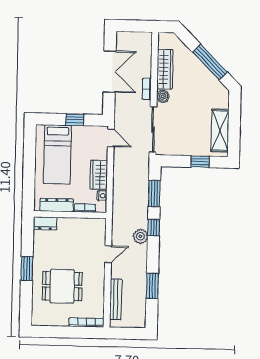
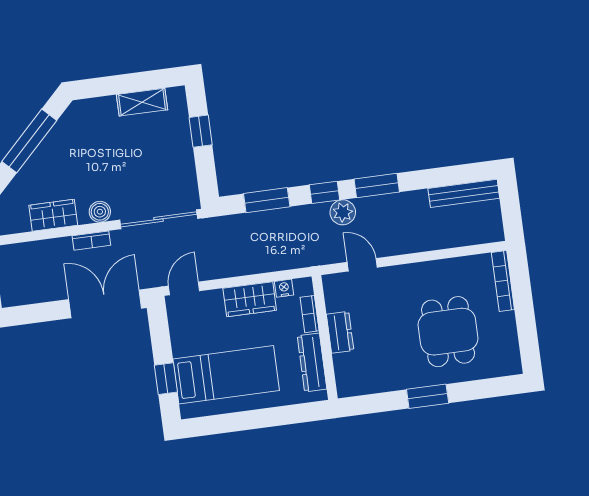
wardrobe: (165, 69) -> (53, 215), width x0.67
double door: (110, 72) -> (105, 304), moved
window: (75, 120) -> (166, 379), moved
shelving: (220, 130) -> (142, 102), width x0.67, depth x0.75
dresser: (45, 223) -> (340, 332), moved
door: (108, 254) -> (362, 265), moved
window: (152, 286) -> (377, 185), moved
bench: (116, 299) -> (464, 193), moved

